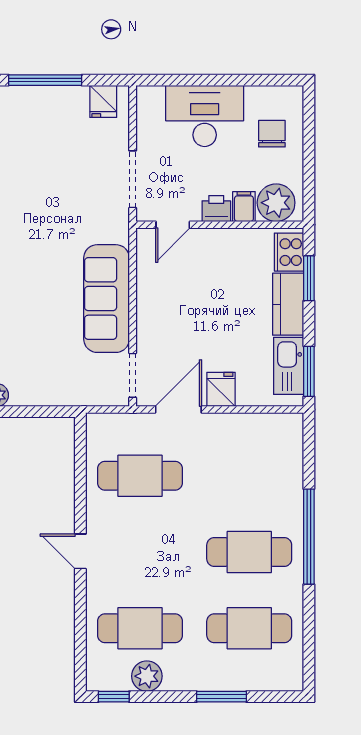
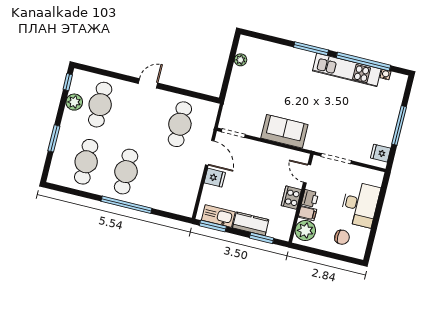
cooker: (289, 252) -> (291, 198), moved, turned -90
sofa: (107, 299) -> (284, 131), width x0.73

